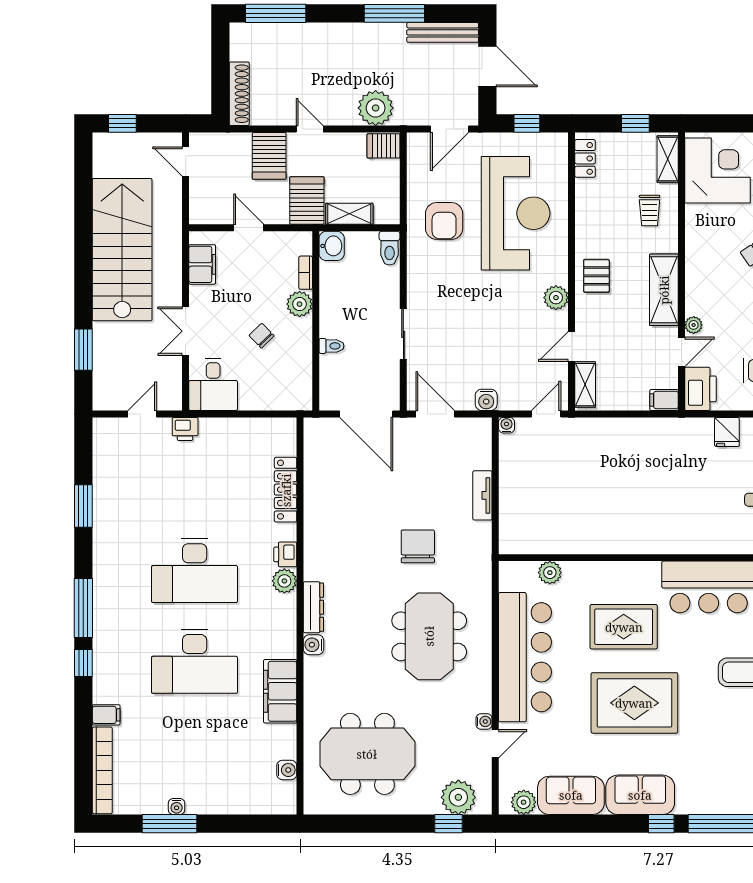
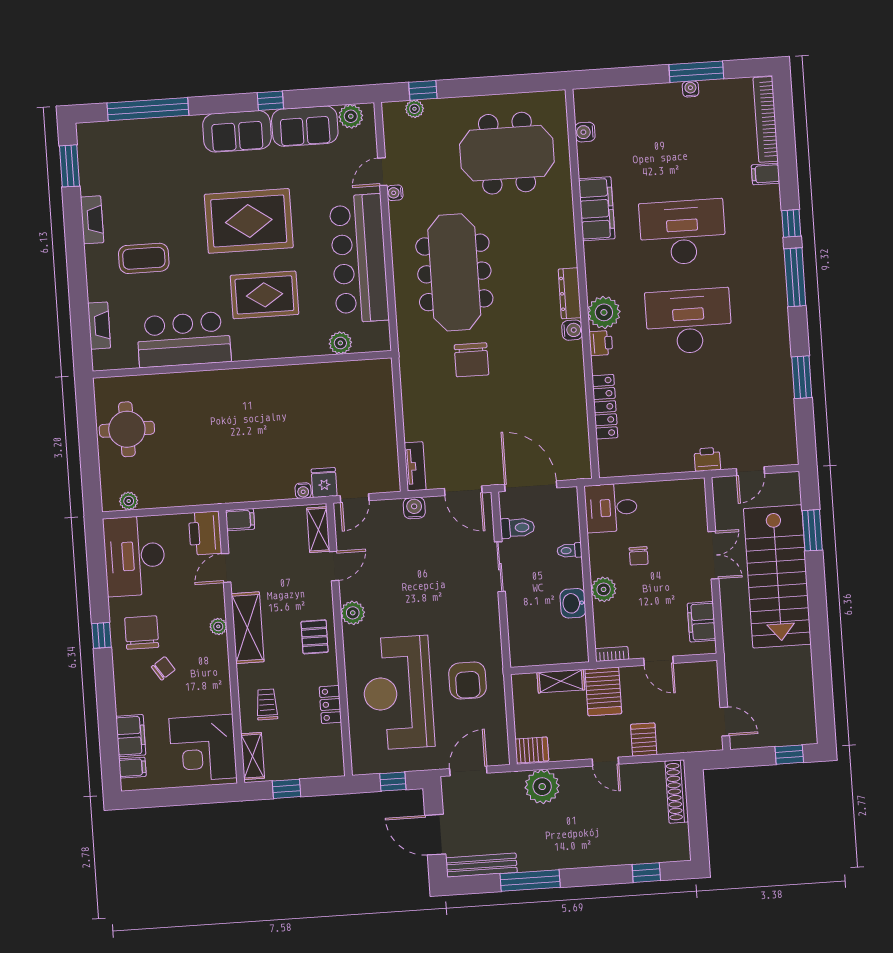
window: (276, 13) -> (646, 873), width x0.46
server rack: (269, 156) -> (644, 740), width x0.73, depth x0.70
locker: (585, 158) -> (330, 705), moved
armchair: (444, 221) -> (467, 680), turned 180
washbasin: (332, 246) -> (573, 603), moved
toilet: (390, 248) -> (517, 528), moved, turned 90
stairs: (122, 250) -> (777, 576), moved
bookcase: (306, 273) -> (612, 654), moved, turned -90
plant: (694, 325) -> (218, 626), moved
chair: (262, 336) -> (639, 556), turned 44
desk: (213, 385) -> (611, 508), moved, turned -90
water cooler: (506, 425) -> (303, 491), moved
fridge: (727, 432) -> (324, 483), moved
tv unit: (482, 495) -> (415, 466), moved
plant: (284, 581) -> (604, 312), width x1.36, depth x1.36
meeting table: (429, 636) -> (454, 272), width x1.36
water cooler: (314, 645) -> (572, 330), moved
plant: (458, 797) -> (414, 109), width x0.53, depth x0.53
window: (661, 824) -> (270, 101), moved

